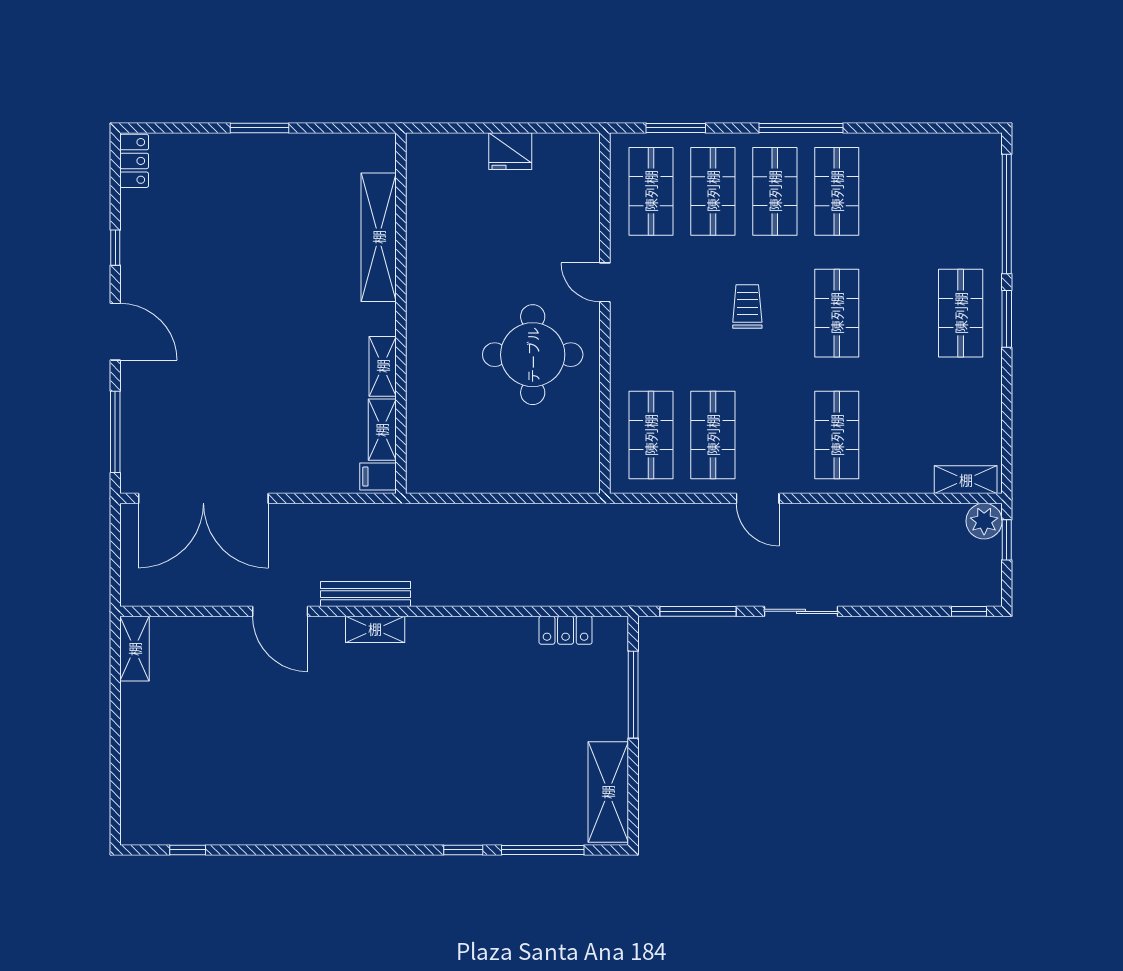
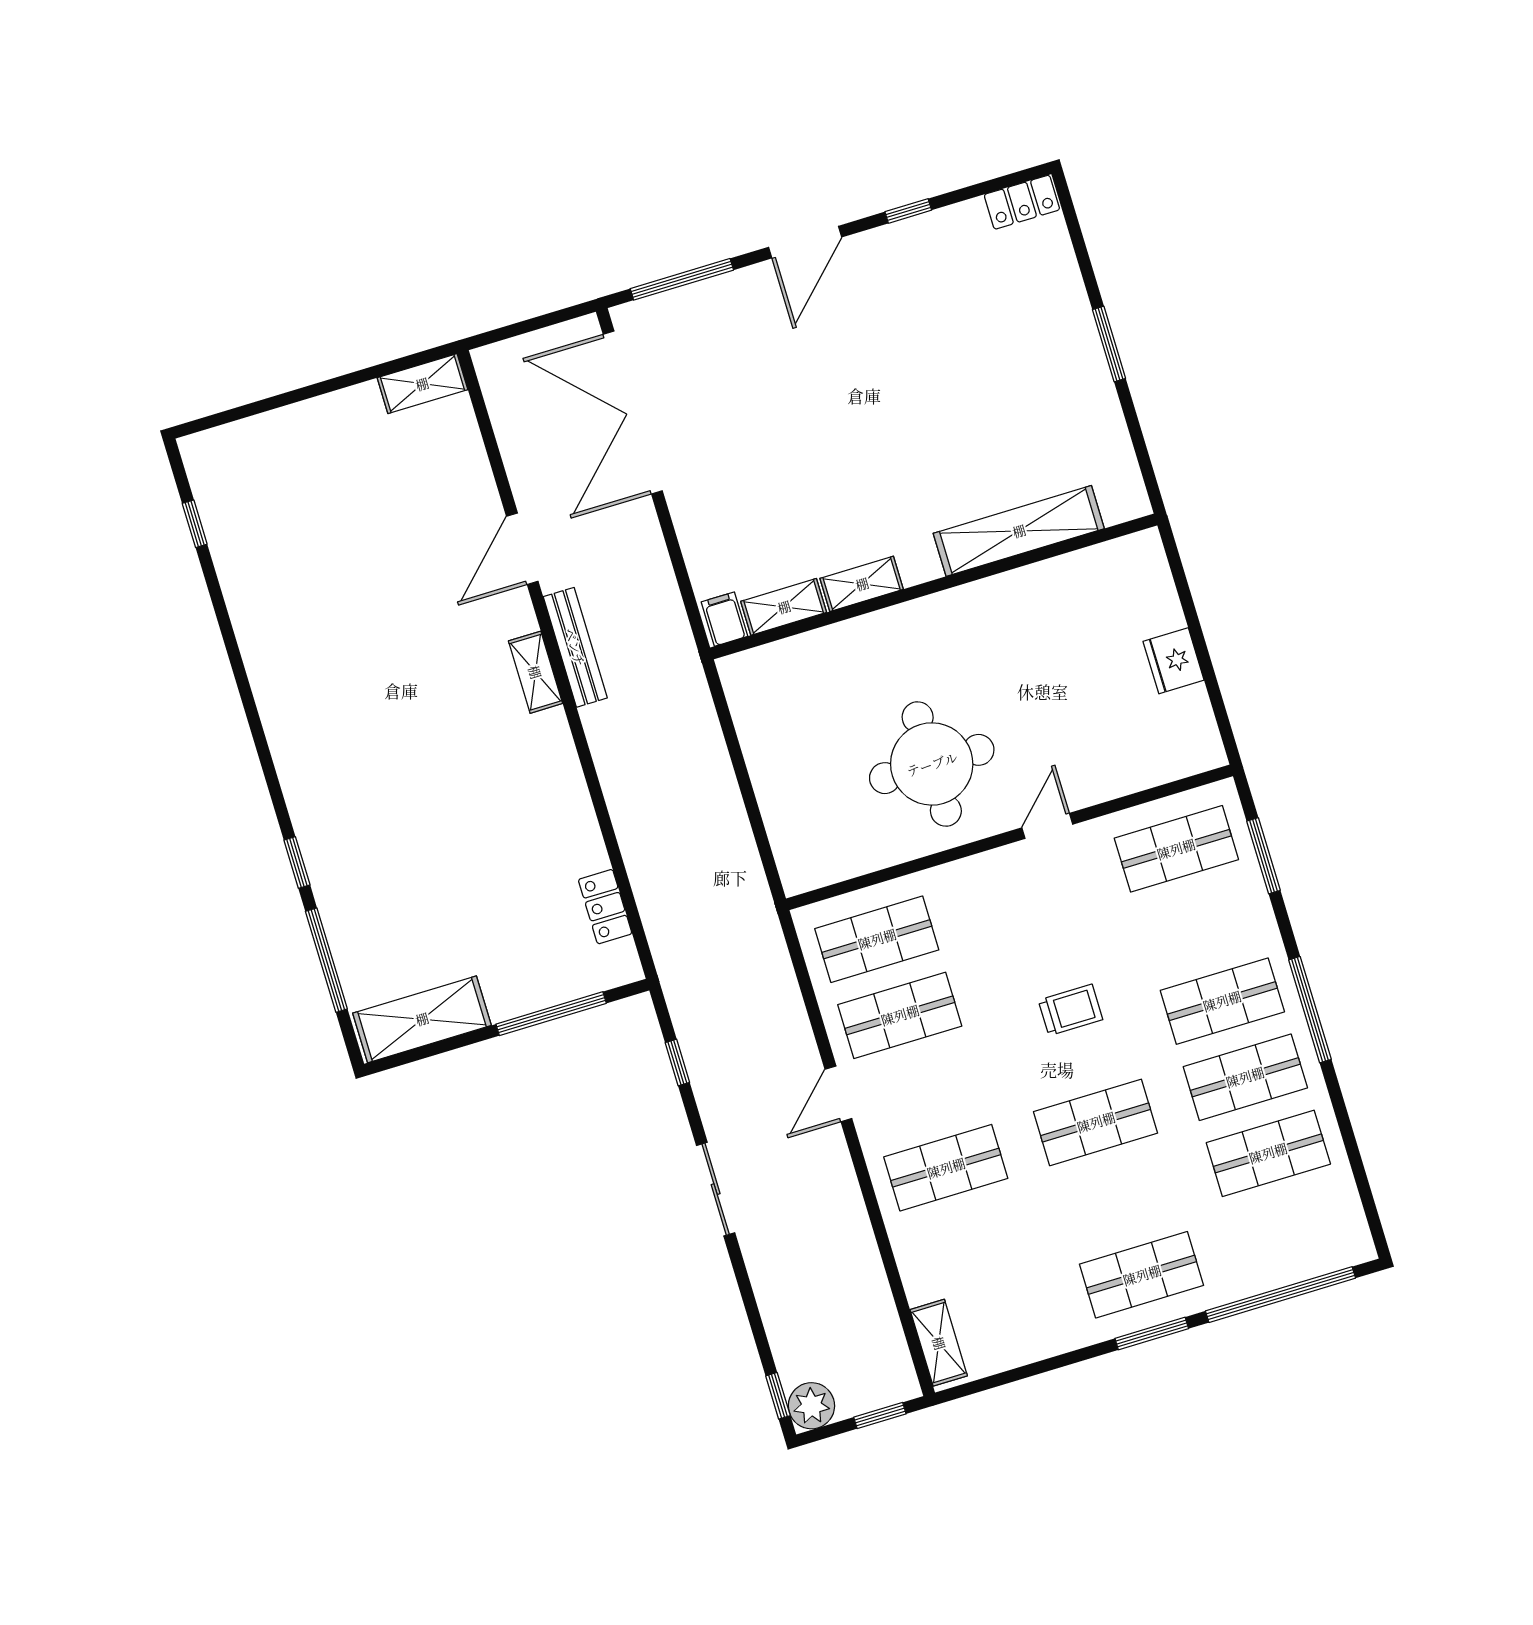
shop shelf: (713, 191) -> (1268, 1153), moved
plant: (984, 521) -> (811, 1406), moved
window: (698, 611) -> (677, 1063), width x0.46

